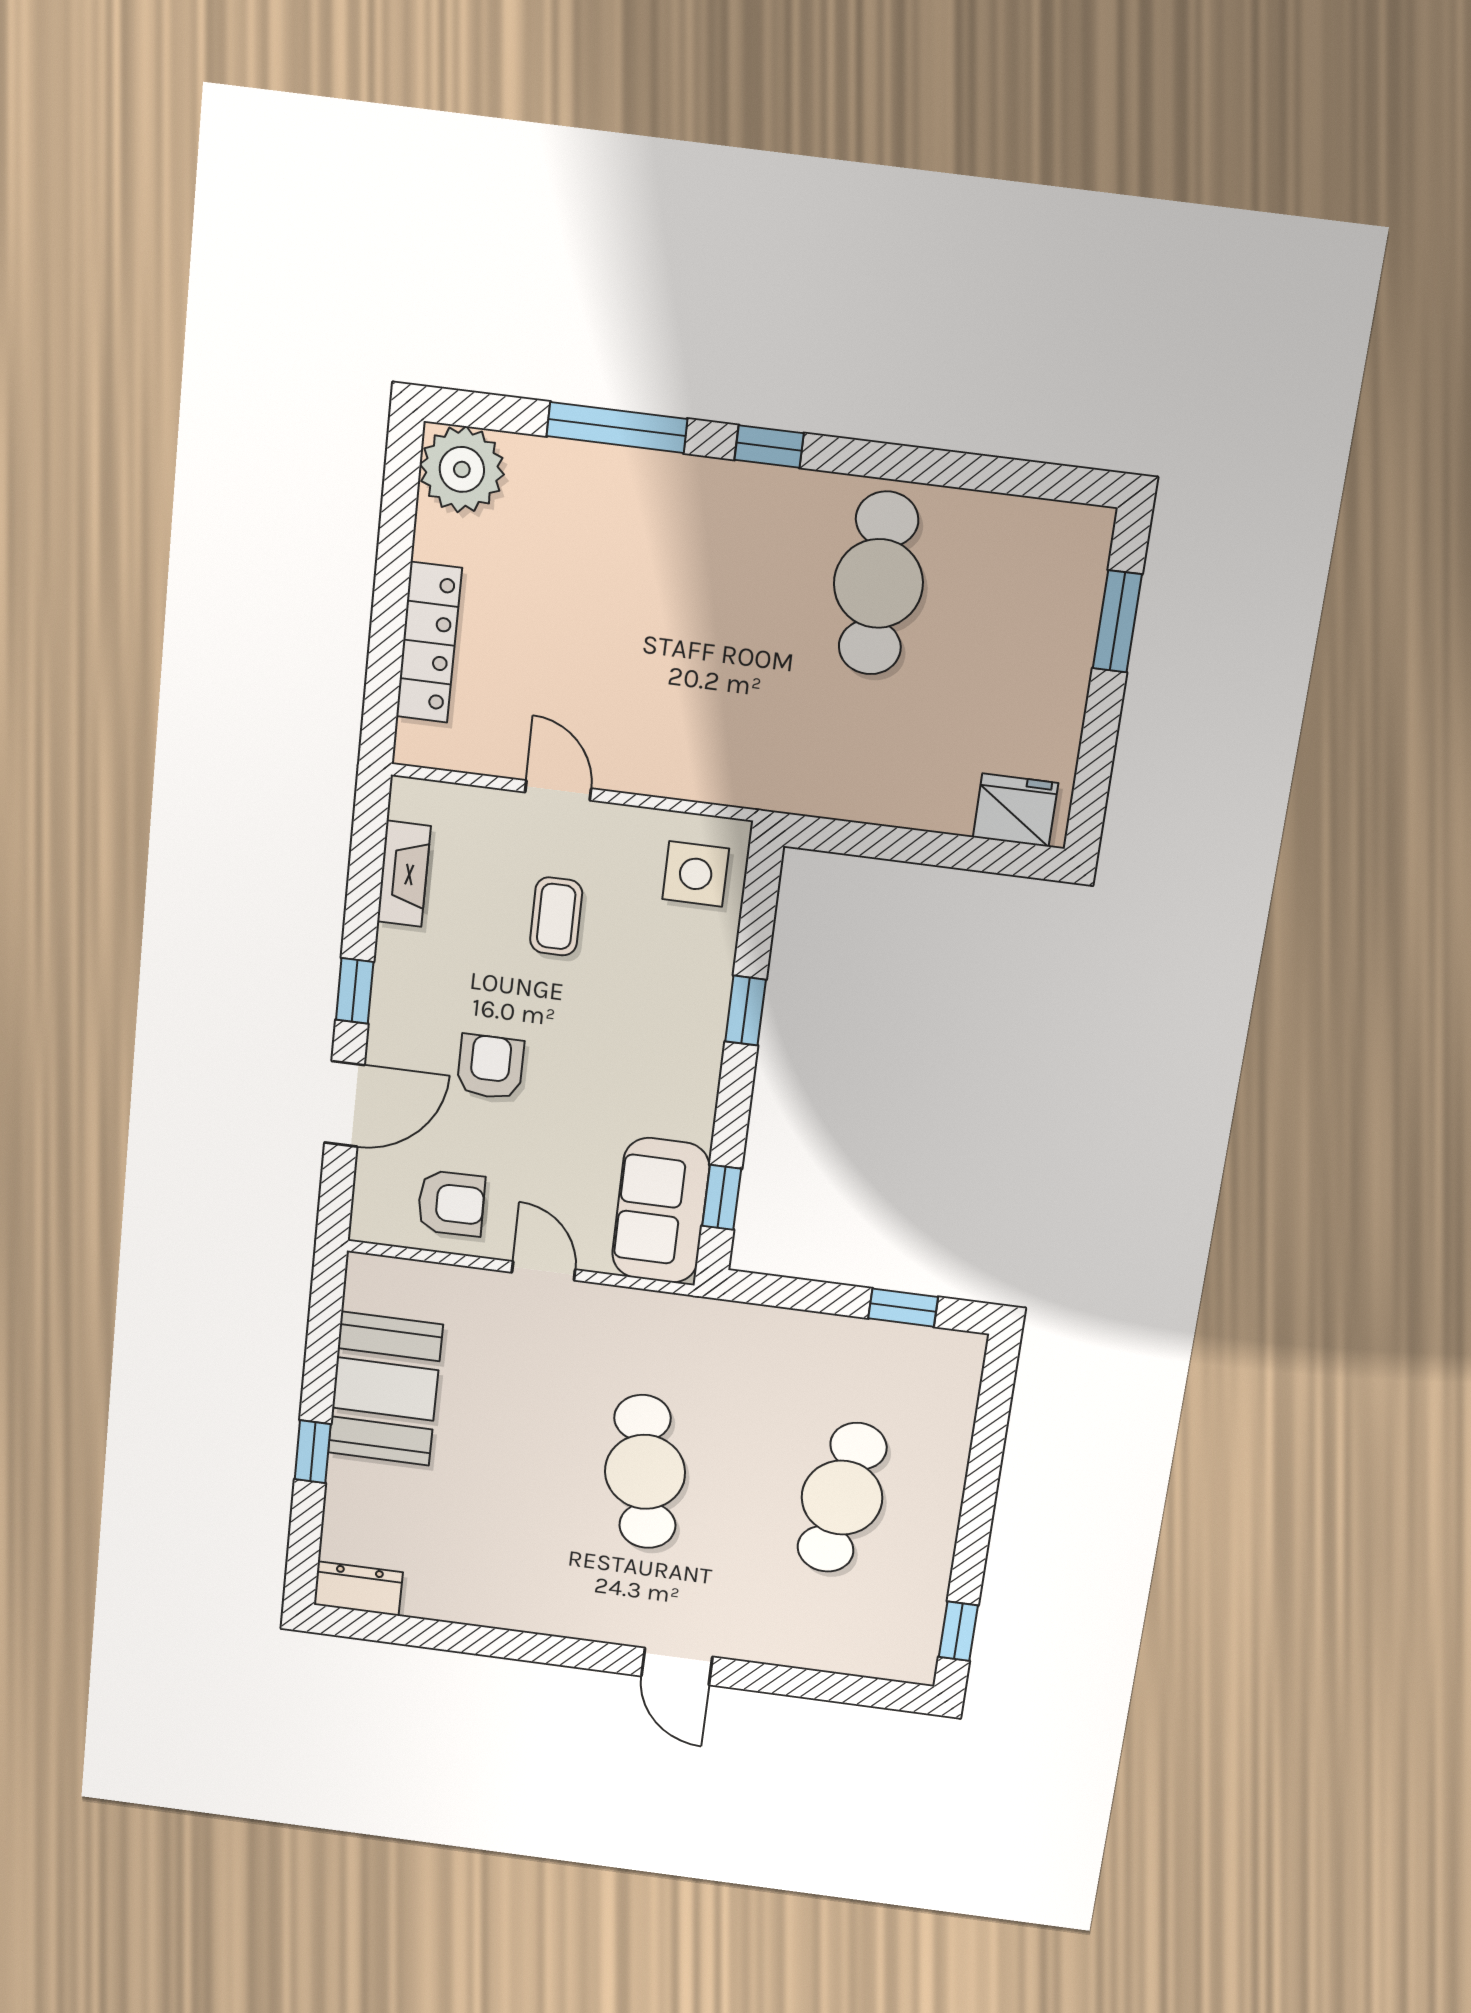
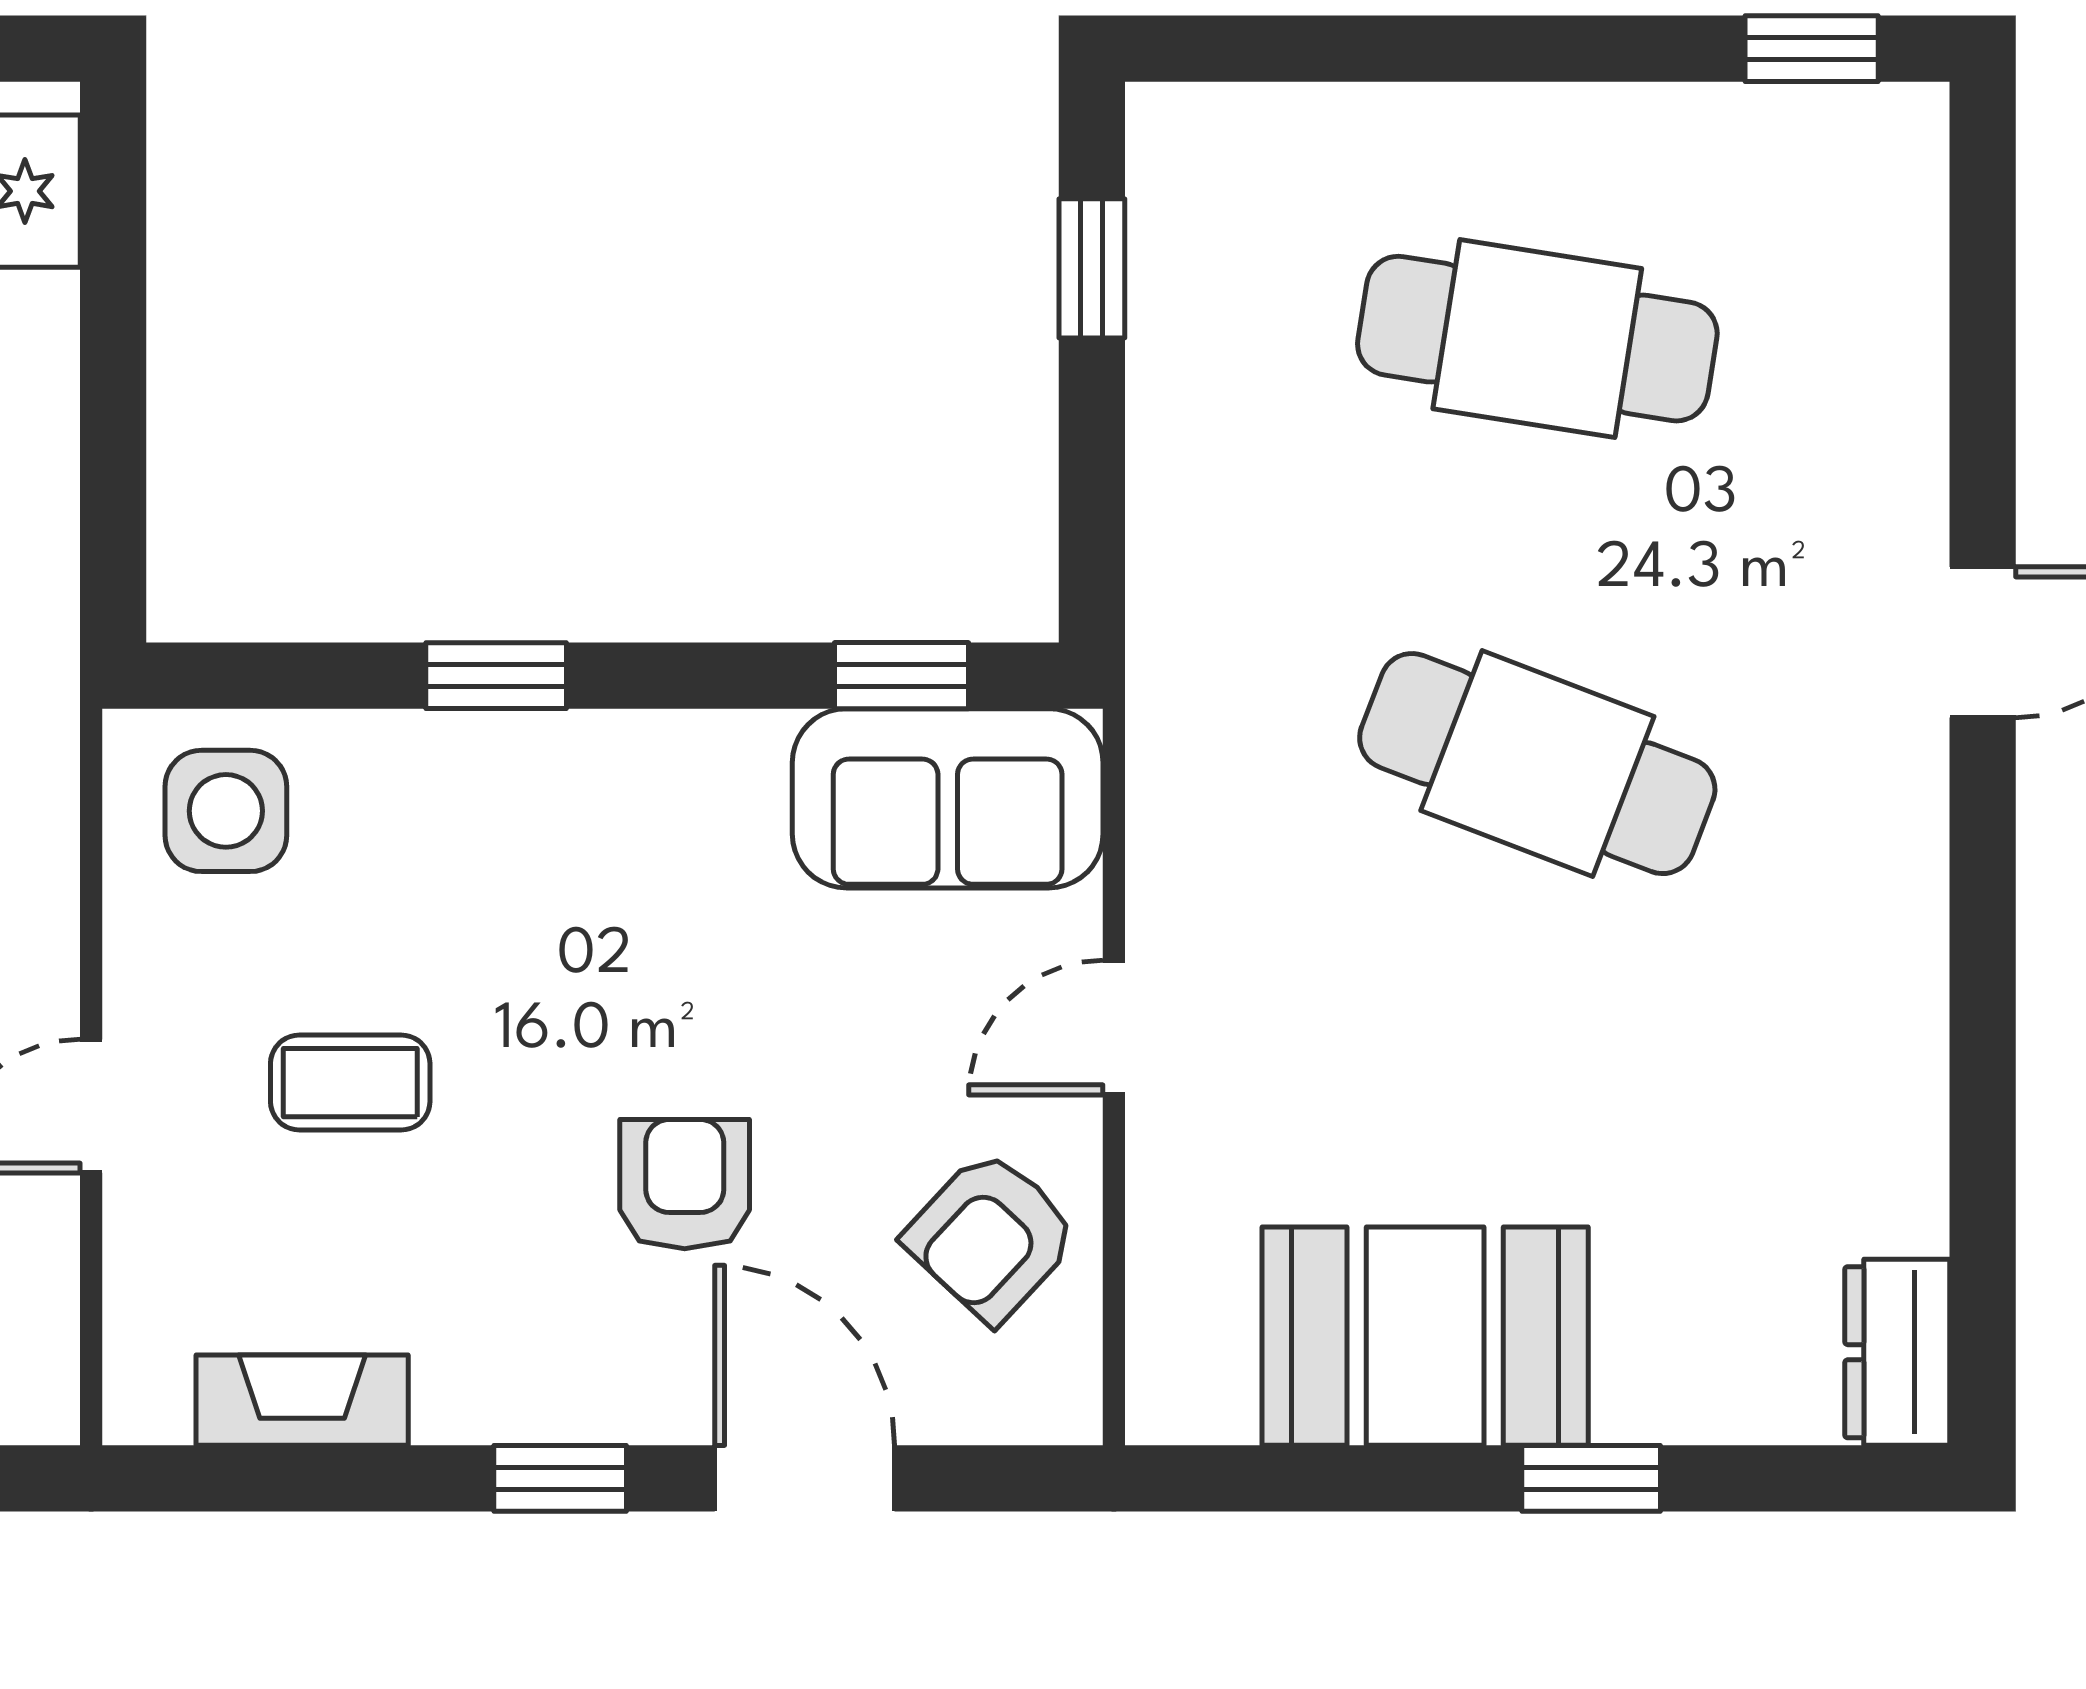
armchair: (490, 1067) -> (685, 1184), turned 90
armchair: (451, 1203) -> (991, 1236), turned -136
cafe table: (645, 1472) -> (1537, 764), turned 30

